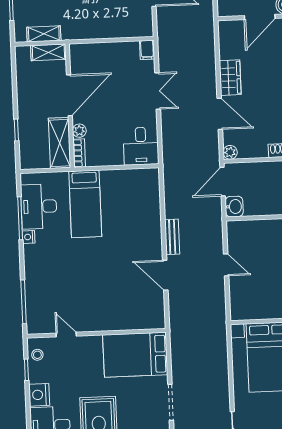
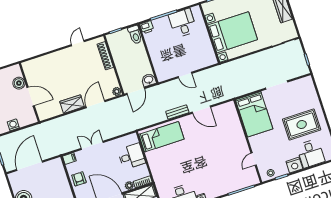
armchair: (112, 56) -> (79, 179), added
desk: (141, 146) -> (132, 156), moved
door: (223, 182) -> (136, 91), hinge flipped
bed: (85, 204) -> (161, 137), moved
door: (226, 265) -> (185, 75), swing flipped
door: (165, 275) -> (201, 110), hinge flipped

